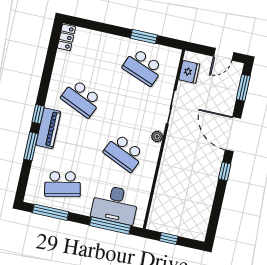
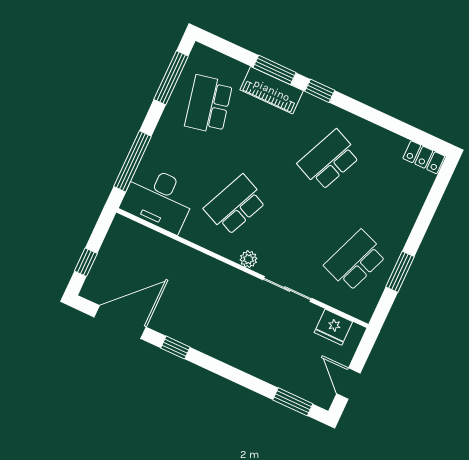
piano: (48, 128) -> (272, 90), moved
door: (233, 134) -> (120, 322), moved
desk: (115, 205) -> (159, 199), moved, turned -90
window: (169, 238) -> (86, 262), moved

